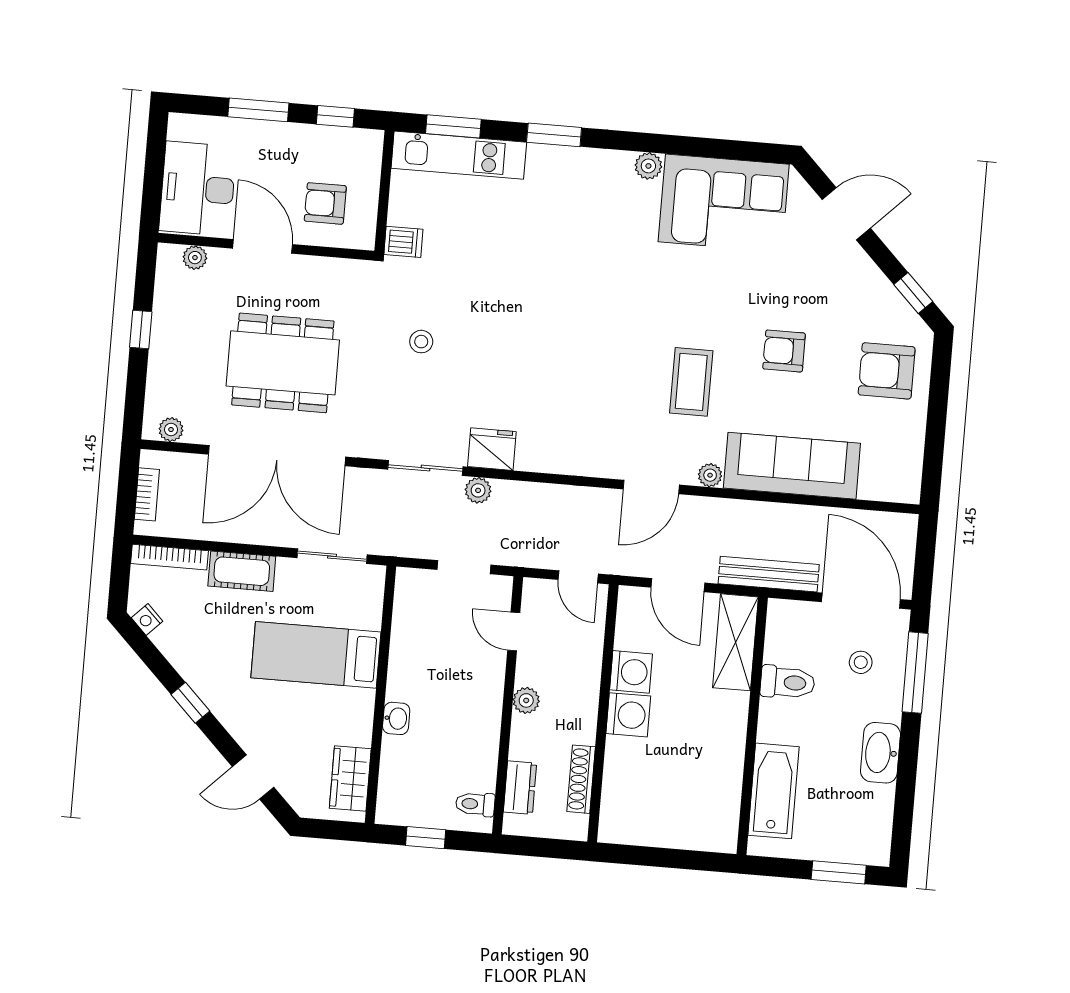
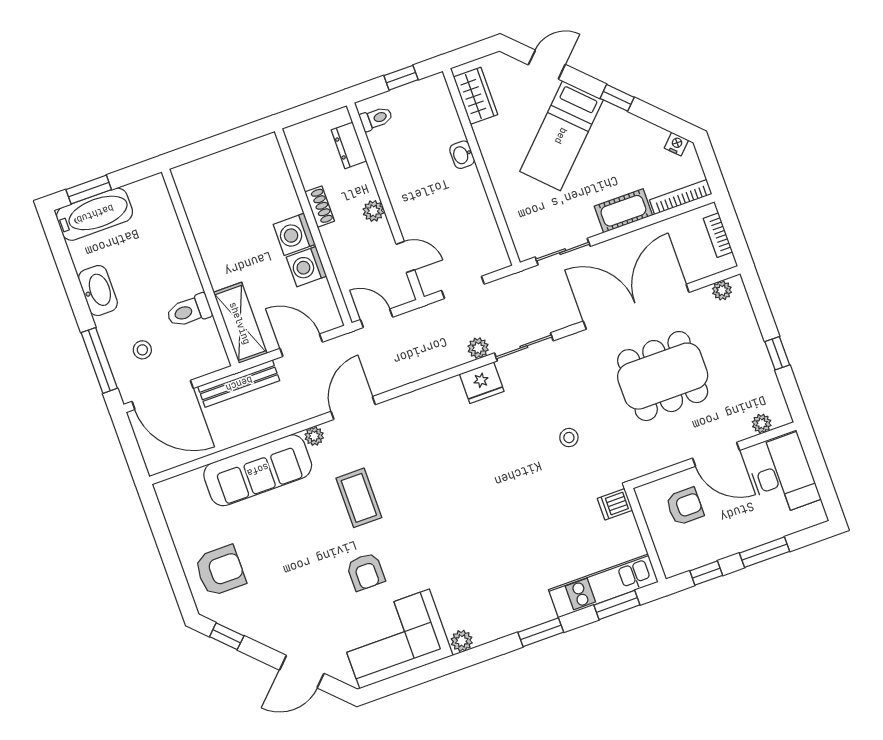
armchair: (784, 351) -> (366, 572), moved, turned 90
bed: (316, 655) -> (561, 136), moved, turned 135
shoe rack: (581, 779) -> (320, 207), moved, width x0.70
bathtub: (774, 791) -> (95, 214), moved, turned -90

